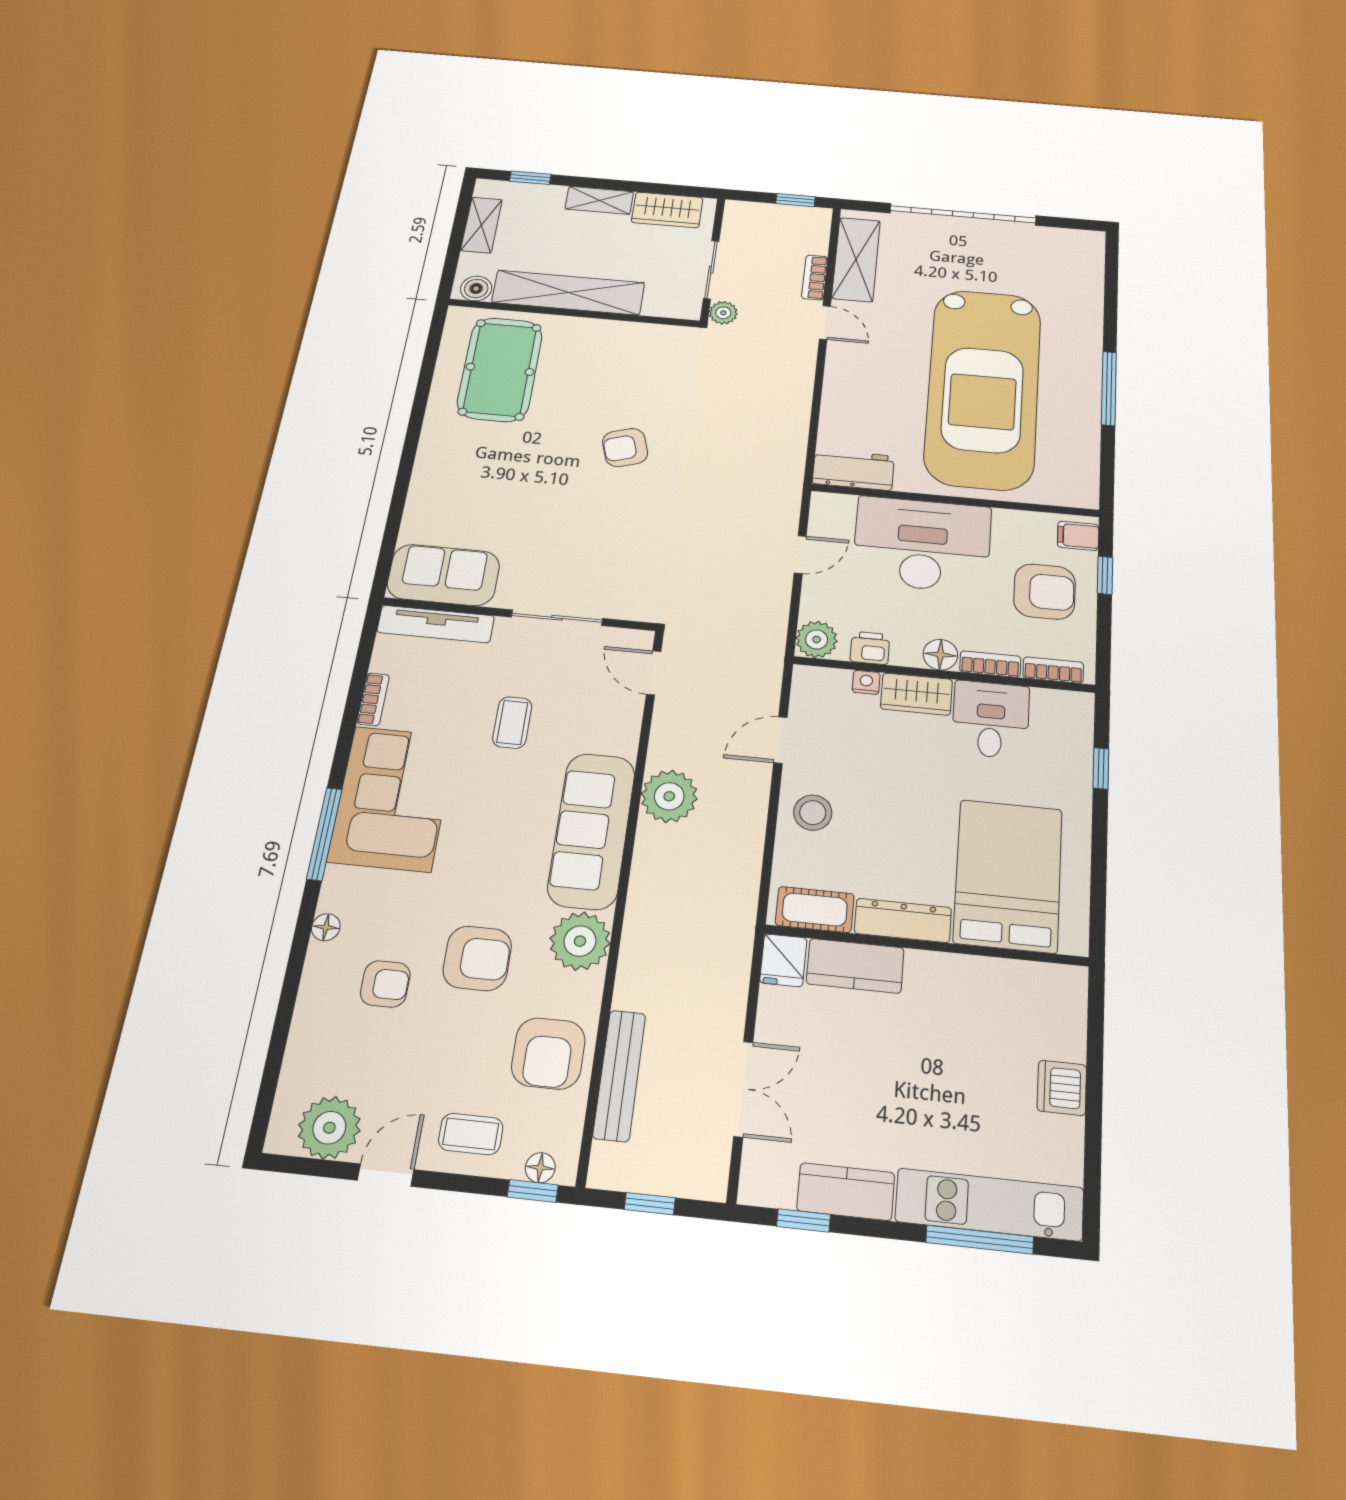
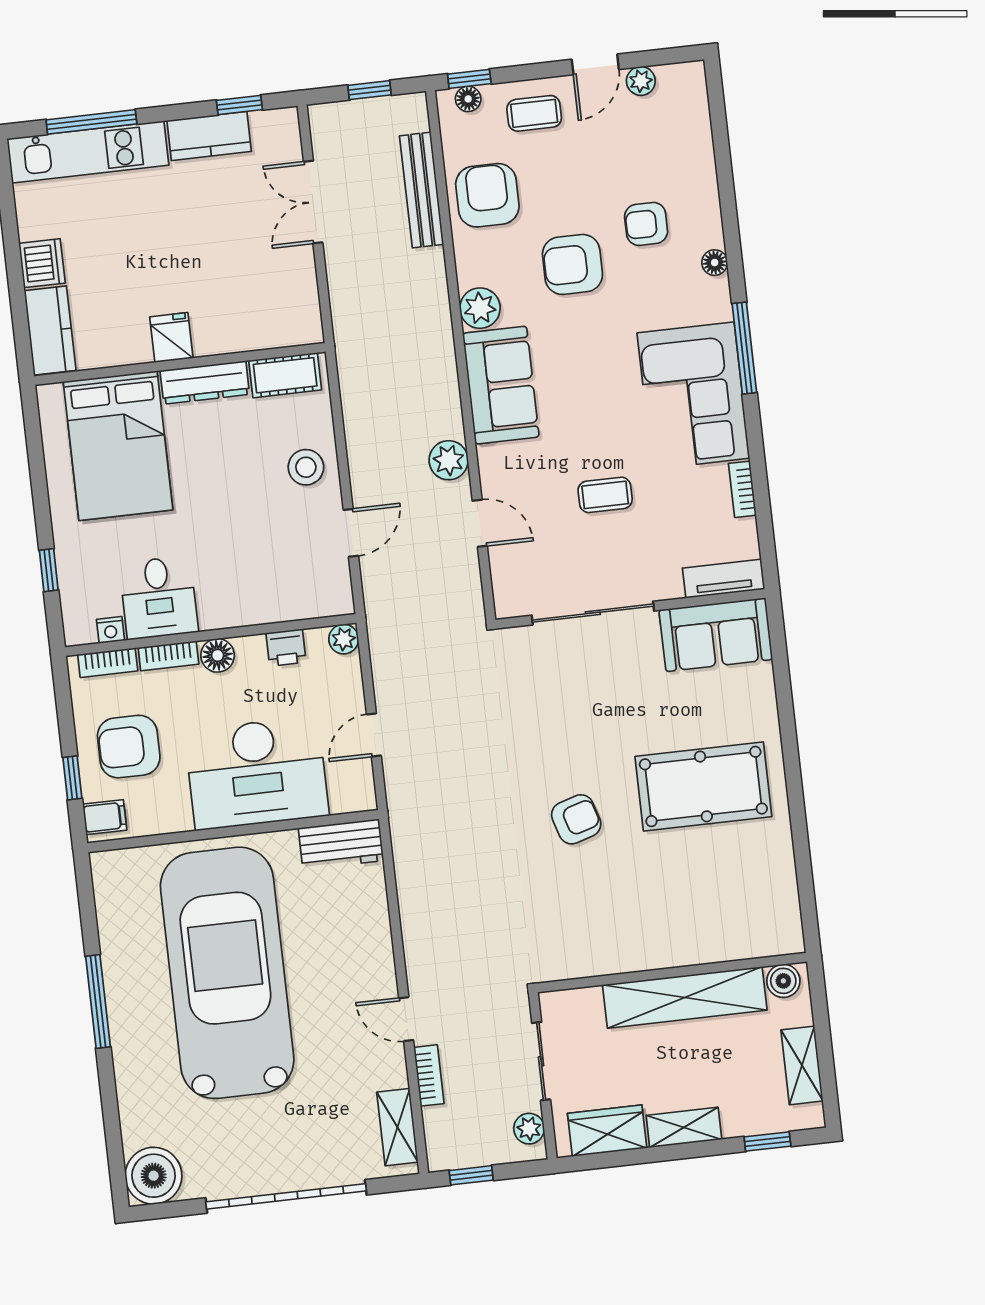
boiler: (1079, 250) -> (154, 1176), added
shelving: (856, 259) -> (397, 1127), width x0.67, depth x0.75
plant: (723, 313) -> (529, 1129), moved
pool table: (500, 369) -> (703, 786), moved, turned 90
sliding door: (557, 618) -> (593, 613), width x1.37
tv unit: (436, 624) -> (724, 579), width x0.71
plant: (817, 639) -> (344, 639), width x0.73, depth x0.73
door: (654, 673) -> (480, 523), moved
nightstand: (866, 682) -> (110, 630), moved
wardrobe: (916, 694) -> (233, 608), removed
coffee table: (512, 723) -> (605, 495), turned 90
plant: (669, 796) -> (449, 460), width x0.73, depth x0.73
sofa: (592, 831) -> (501, 385), width x0.73
plant: (580, 941) -> (480, 308), width x0.73, depth x0.73
fridge: (783, 960) -> (171, 337), moved
kitchen counter: (855, 966) -> (50, 330), moved, turned 90
plant: (329, 1128) -> (641, 81), width x0.53, depth x0.53

